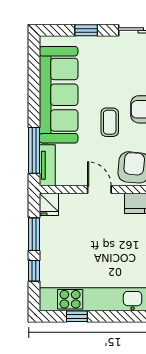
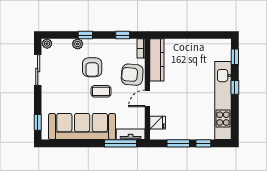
window: (86, 30) -> (38, 122), moved
fridge: (49, 204) -> (158, 123), moved
window: (77, 316) -> (235, 87), moved

